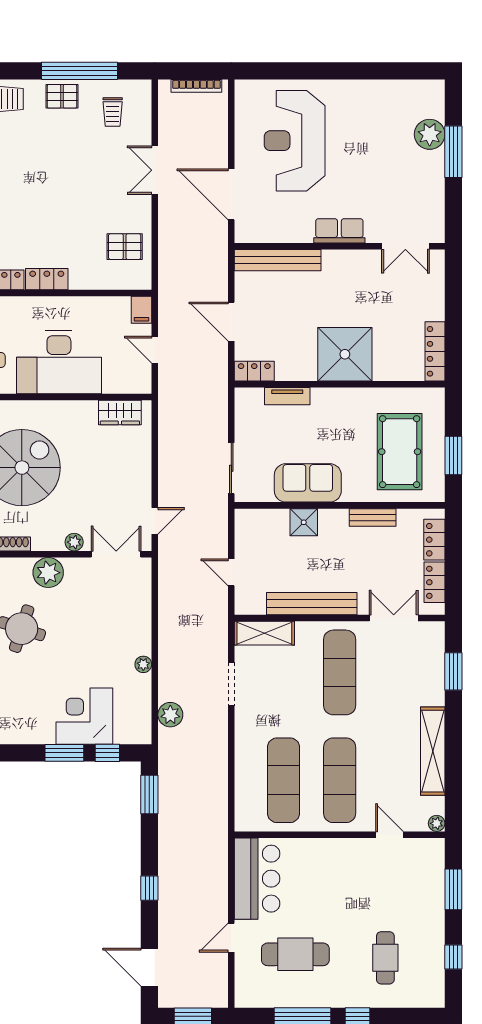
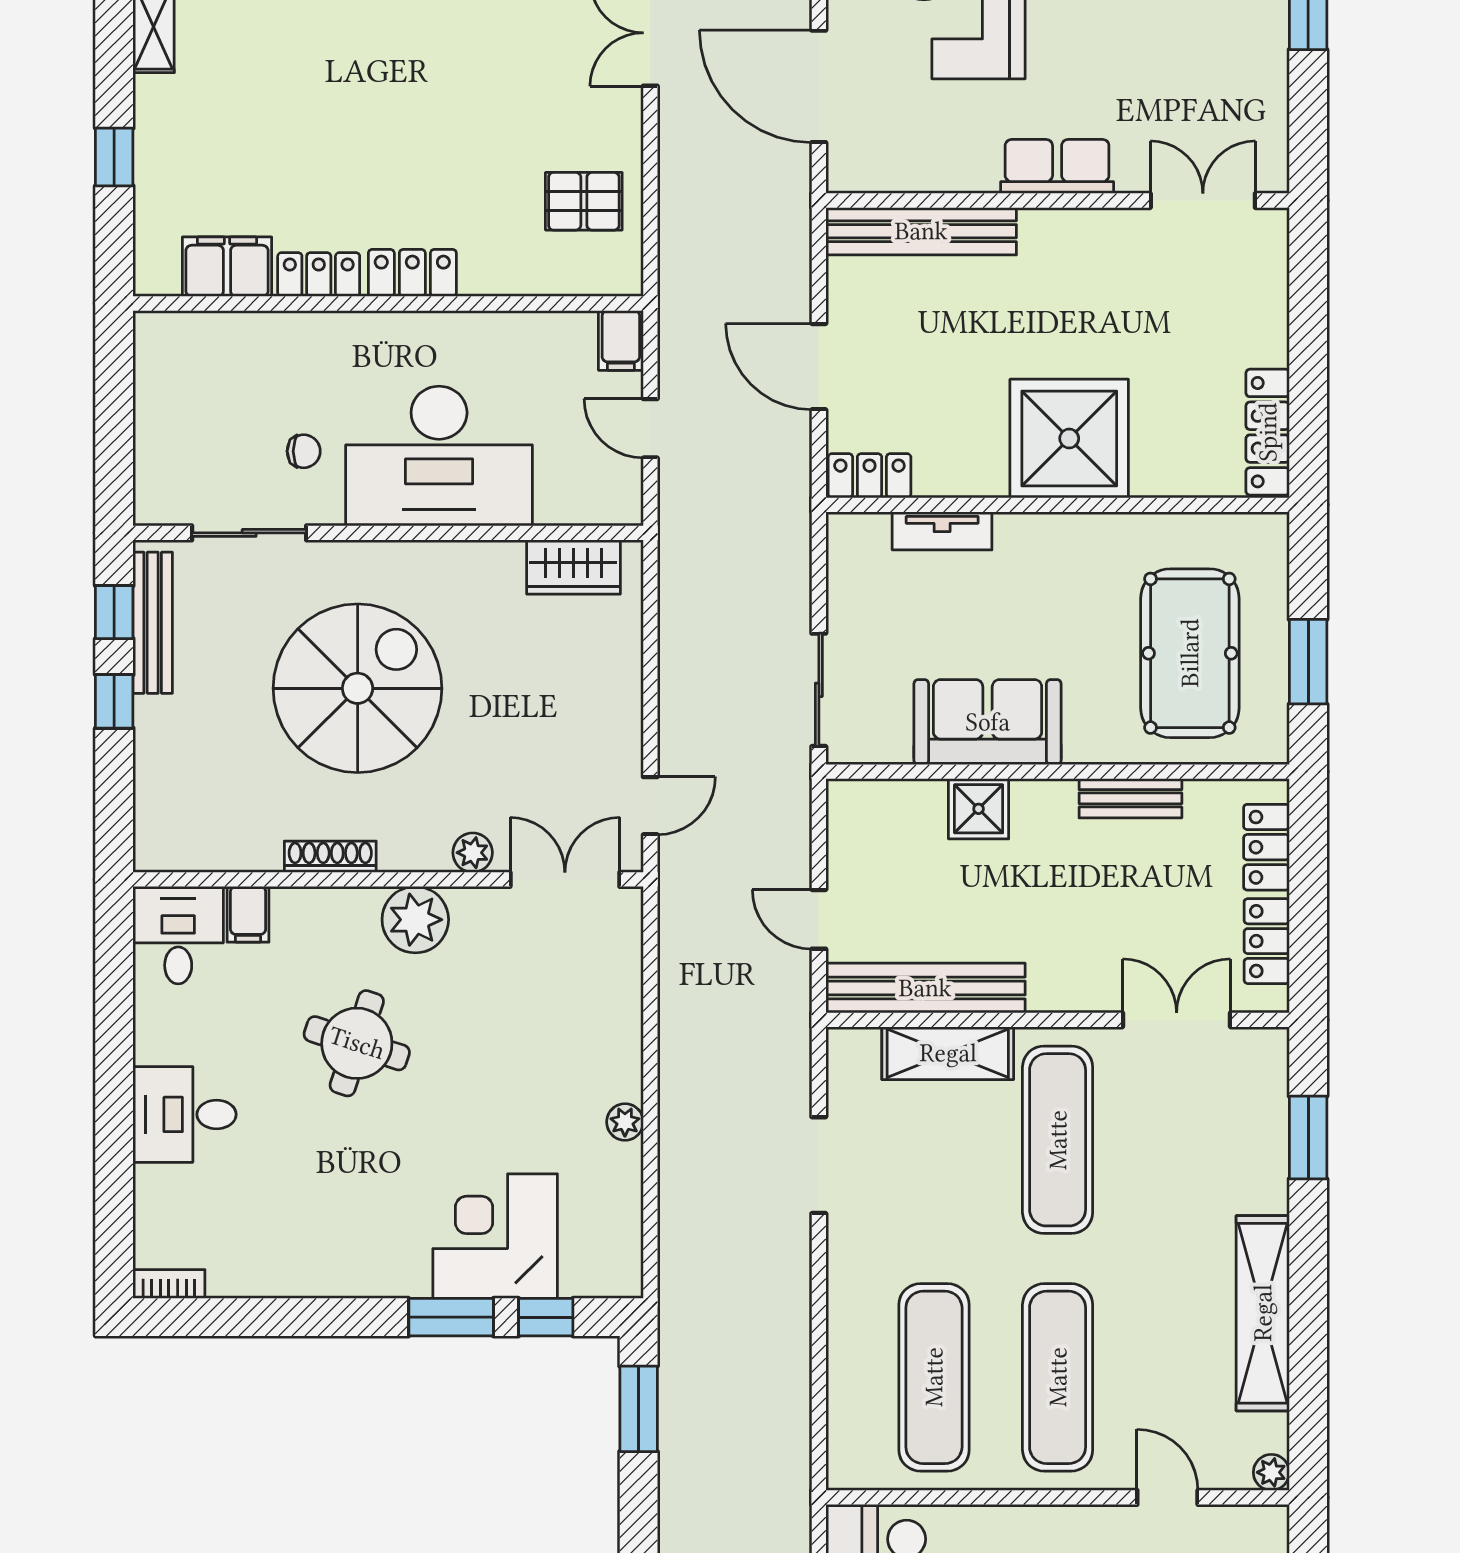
double door: (405, 246) -> (1203, 200), swing flipped
bench: (312, 604) -> (925, 988), moved
shelving: (264, 633) -> (948, 1053), moved
plant: (170, 715) -> (685, 1233), removed

